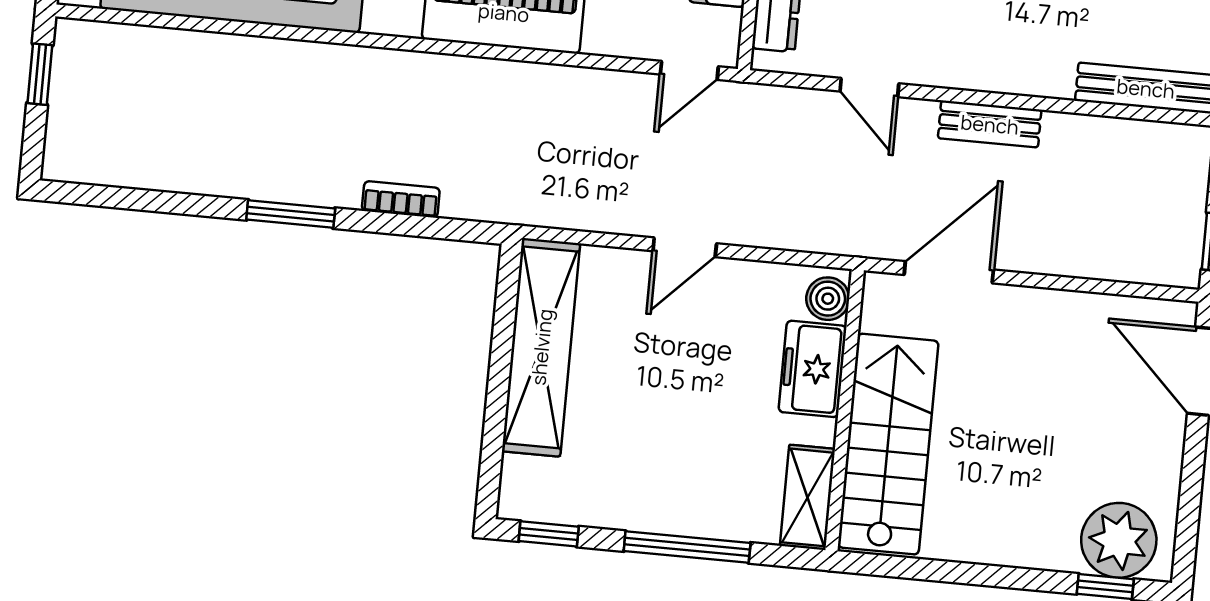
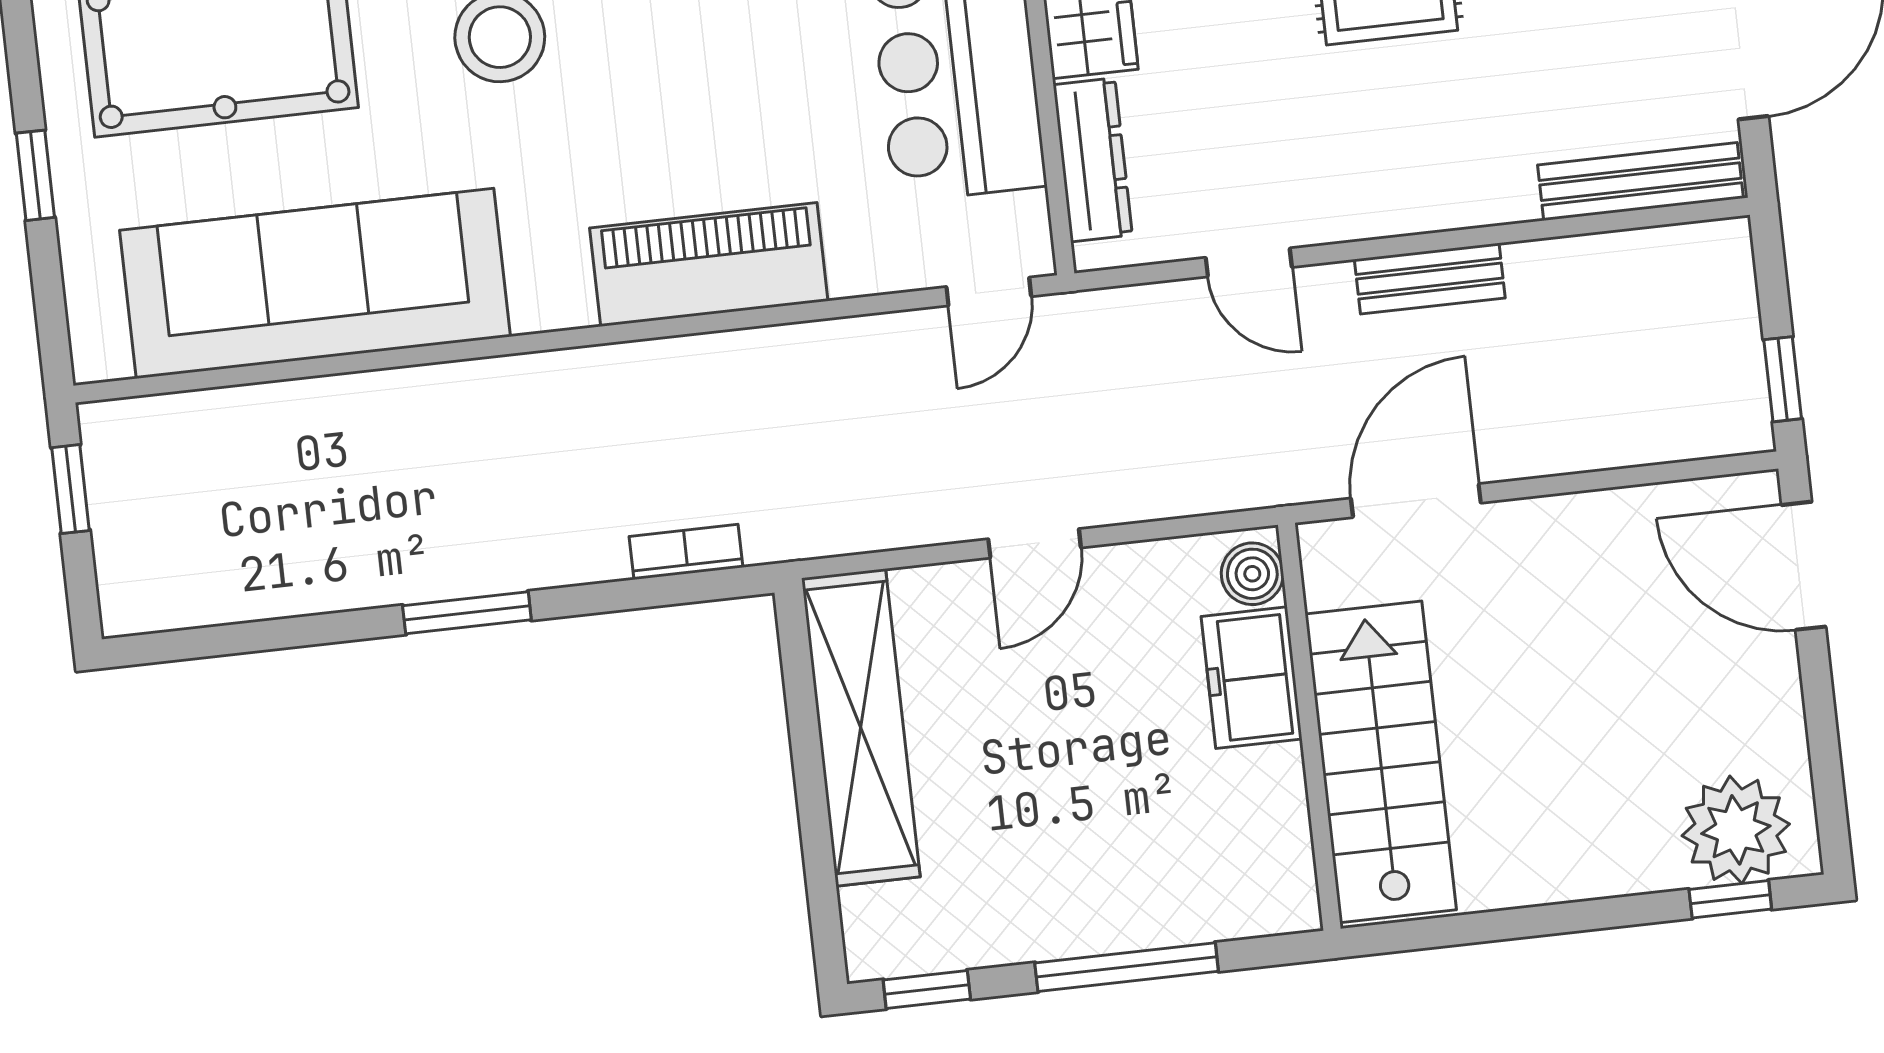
bookcase: (401, 199) -> (686, 552), moved
shelving: (807, 497) -> (1282, 861), removed

